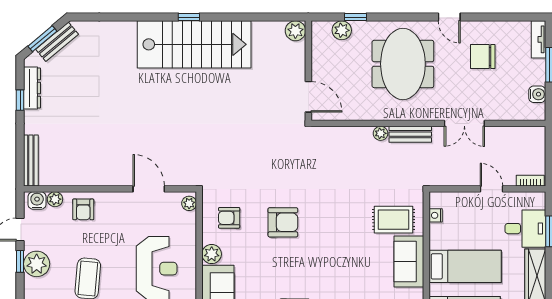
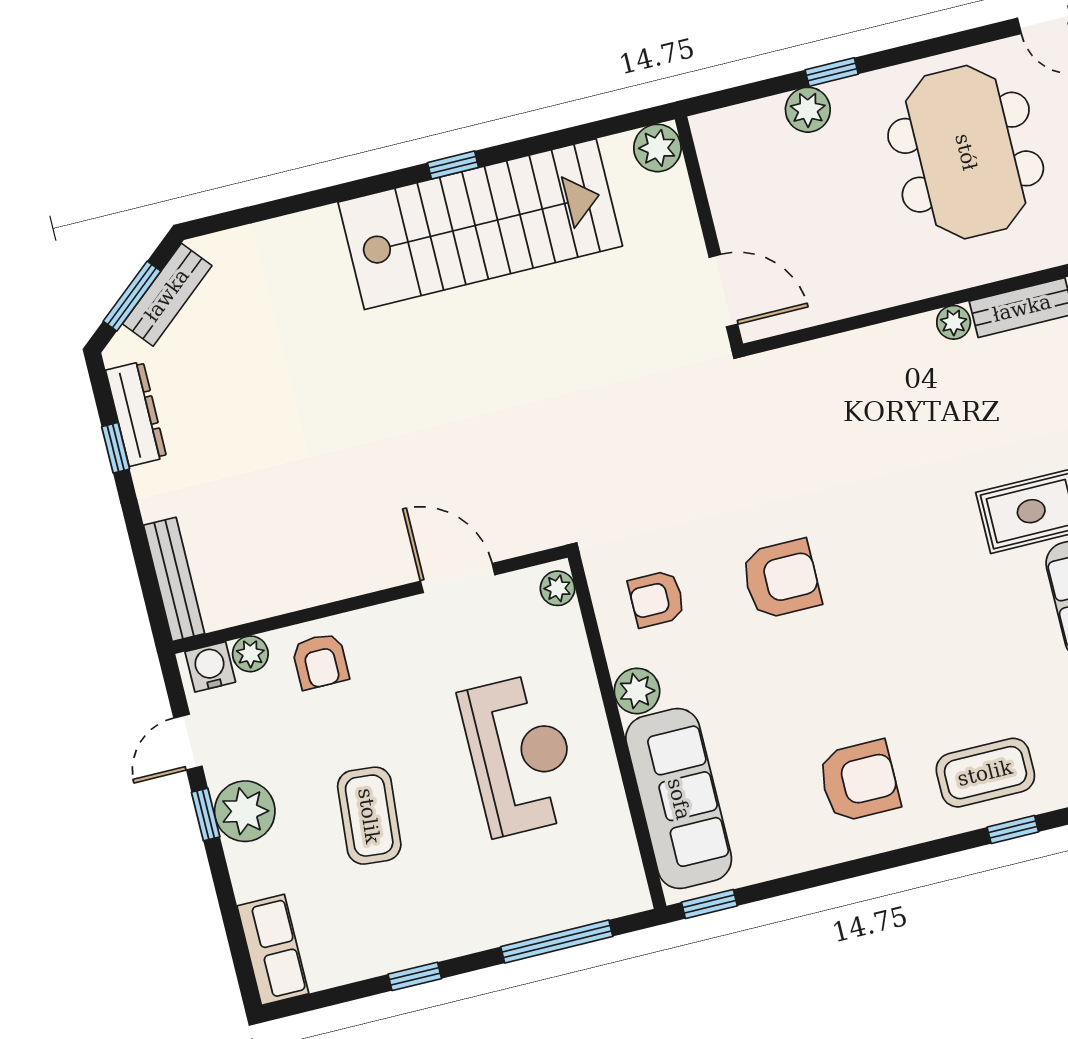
plant: (295, 31) -> (657, 148), moved
wall: (308, 71) -> (709, 231), moved
door: (308, 97) -> (723, 291), moved

